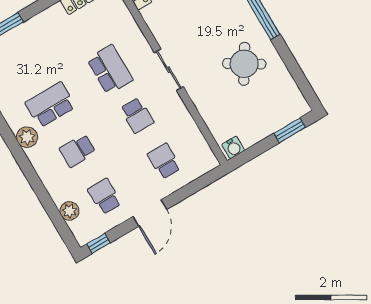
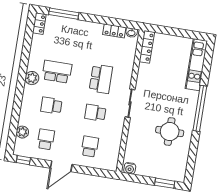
round table: (244, 64) -> (170, 132), turned -32
school desk: (137, 115) -> (95, 113), turned 90

